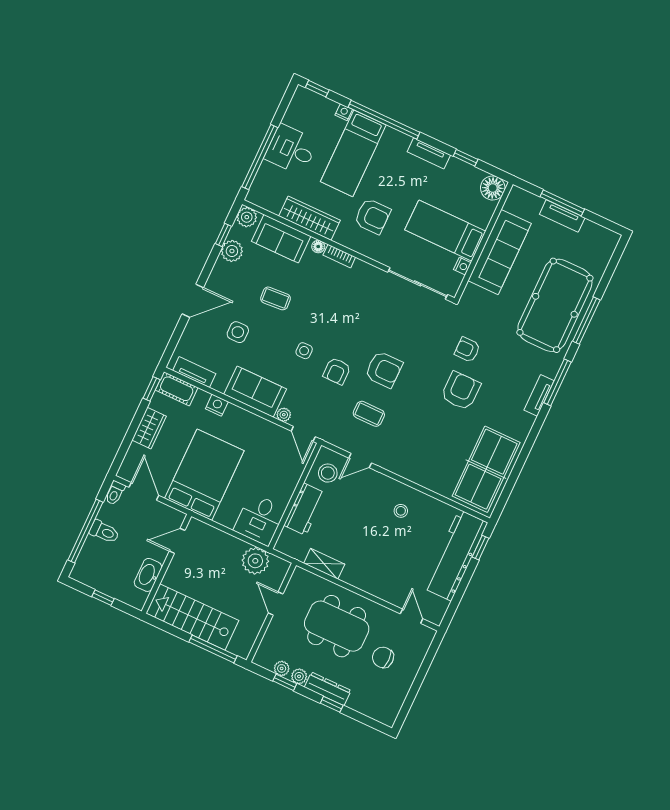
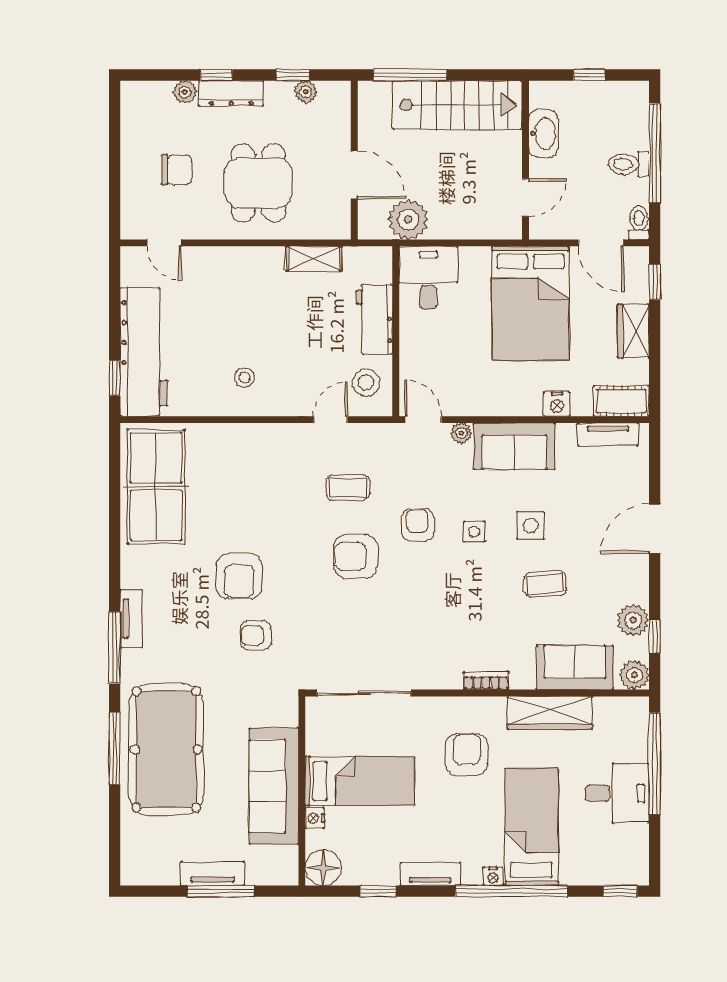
nightstand: (344, 112) -> (493, 876), moved
armchair: (372, 216) -> (467, 755), turned 90
floor lamp: (318, 247) -> (520, 680), removed
nightstand: (462, 266) -> (315, 818), moved
side table: (238, 332) -> (530, 525), moved
armchair: (467, 350) -> (256, 635), turned 180
window: (152, 389) -> (655, 282), moved
door: (276, 604) -> (354, 175), width x1.38
dining table: (337, 626) -> (258, 183), width x0.73
plant: (299, 676) -> (185, 92), moved

